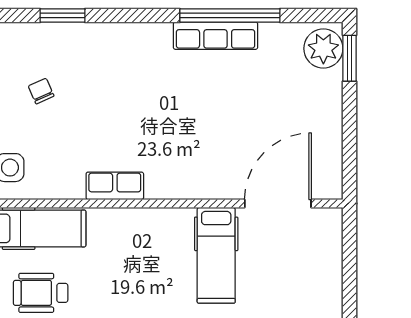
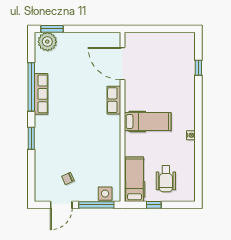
window: (63, 15) -> (31, 138), moved
row of seats: (115, 186) -> (114, 100), moved
hospital bed: (216, 255) -> (148, 122), moved

